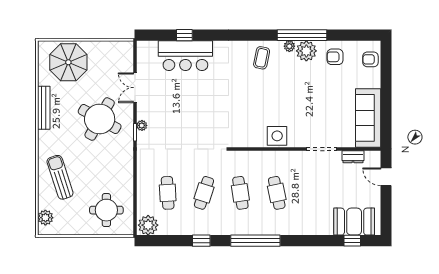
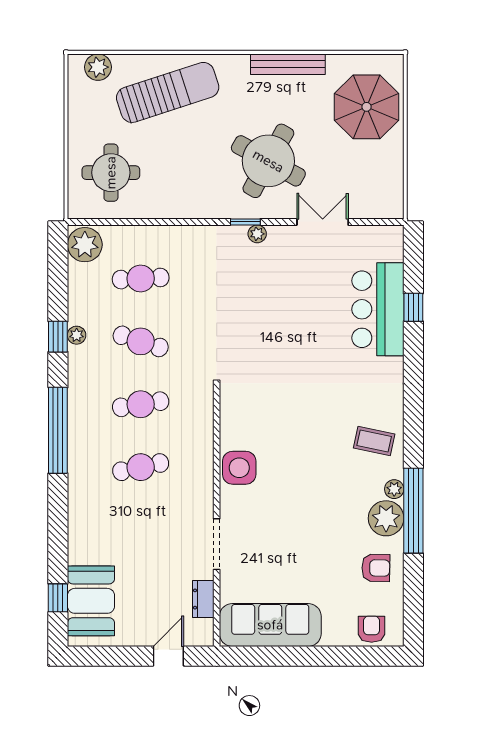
armchair: (335, 57) -> (376, 568), turned 91
sun lounger: (60, 177) -> (168, 92), width x1.36, depth x1.34
plant: (200, 230) -> (77, 335), added

